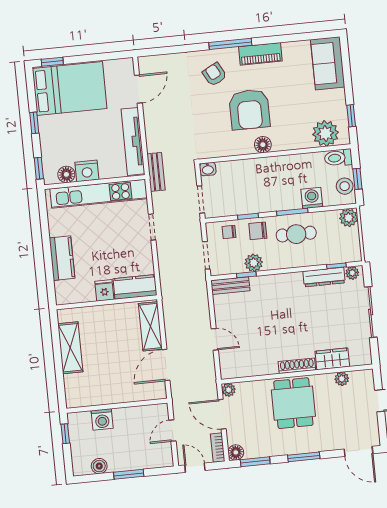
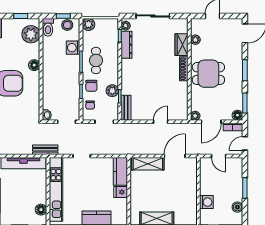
floor lamp: (263, 145) -> (34, 65), moved
nightstand: (87, 171) -> (40, 196), removed
door: (166, 365) -> (175, 156), swing flipped

